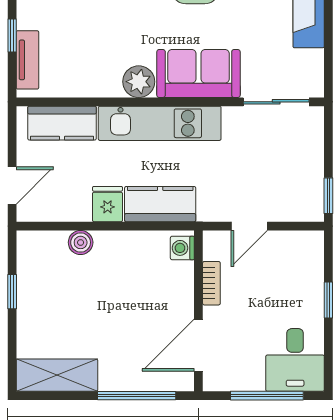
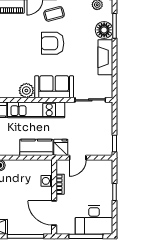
fridge: (108, 204) -> (61, 147), moved
washing machine: (182, 248) -> (47, 181), moved
door: (198, 345) -> (54, 213), hinge flipped
desk: (295, 360) -> (94, 220), width x1.37

